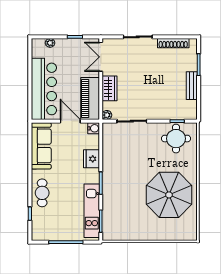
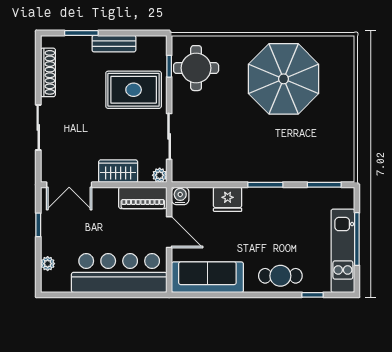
rug: (162, 98) -> (134, 90), added
piano: (90, 99) -> (143, 198), width x0.73, depth x0.75
door: (70, 121) -> (169, 232), swing flipped
kitchen unit: (92, 211) -> (343, 251), moved, turned 90

